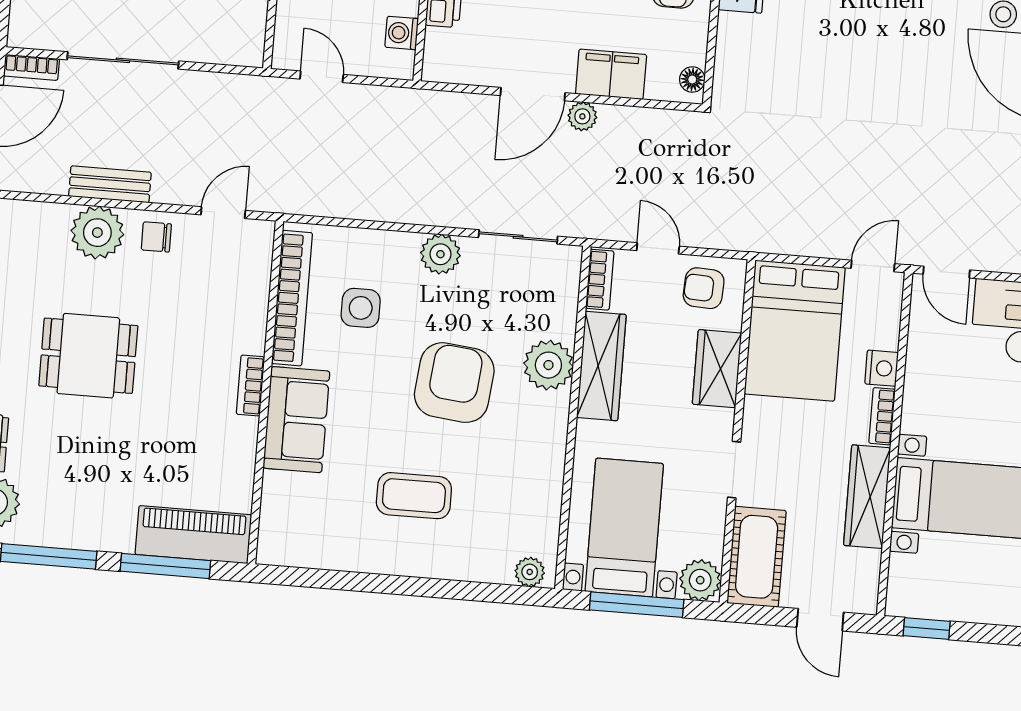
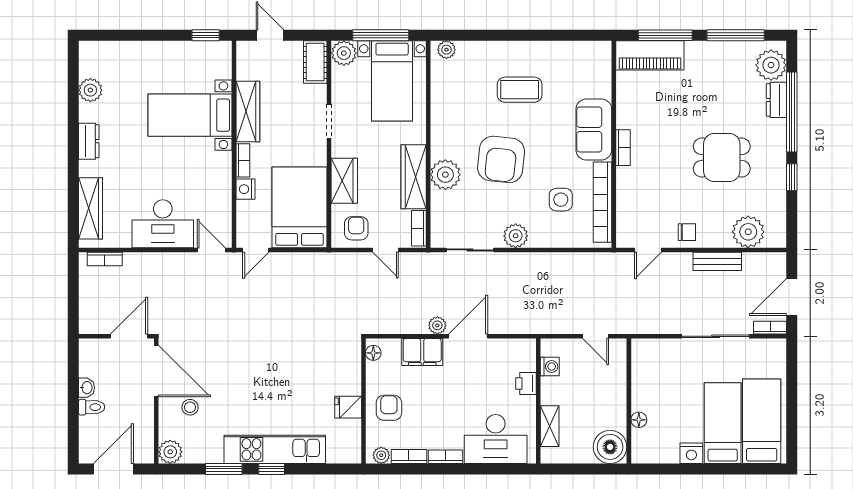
plant: (97, 233) -> (748, 232), moved
armchair: (704, 288) -> (356, 228), turned -93
cot: (757, 557) -> (315, 62), width x0.73, depth x0.75

